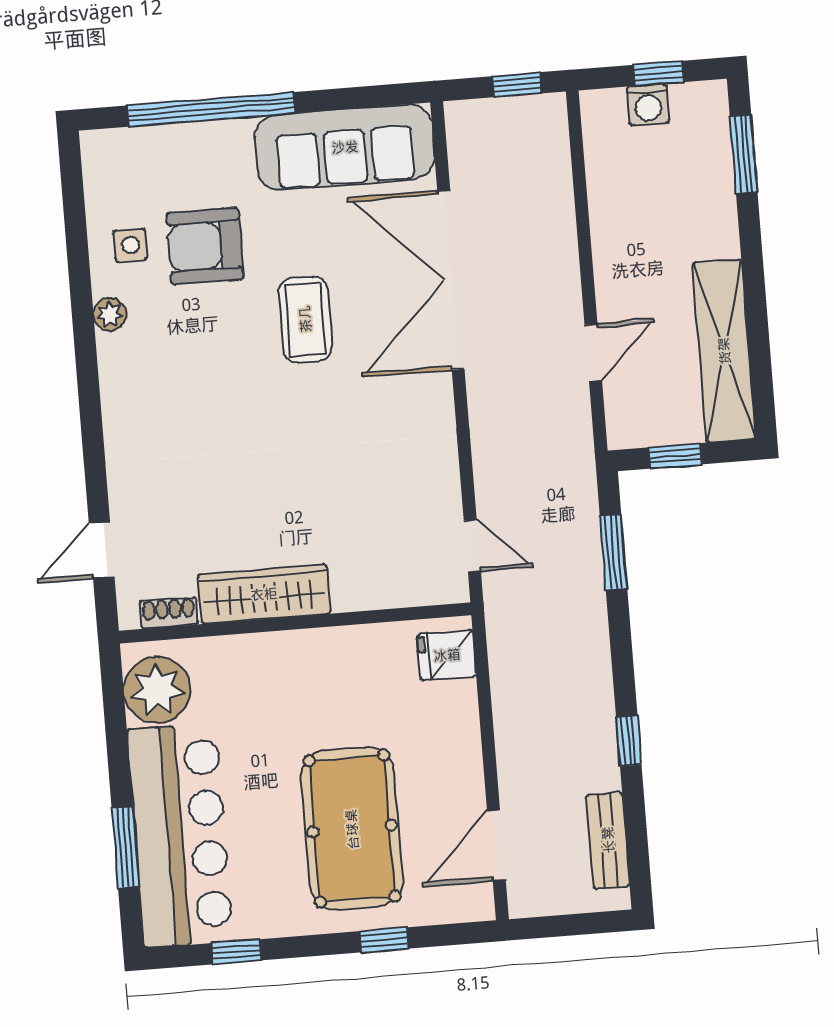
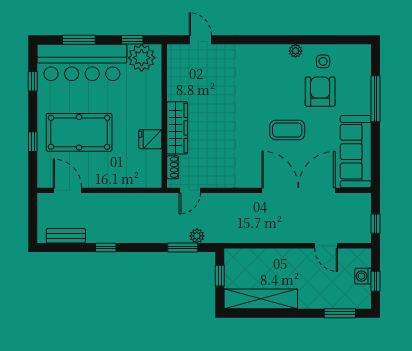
window: (211, 109) -> (375, 99), width x0.68
door: (593, 352) -> (326, 246), moved
plant: (582, 519) -> (197, 236), added
wardrobe: (264, 594) -> (177, 128), moved
shoe rack: (169, 613) -> (173, 167), moved
fridge: (447, 655) -> (150, 139), moved, turned -90
window: (115, 717) -> (132, 40), added

